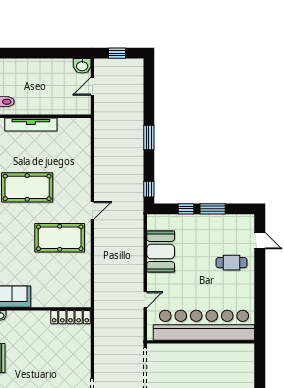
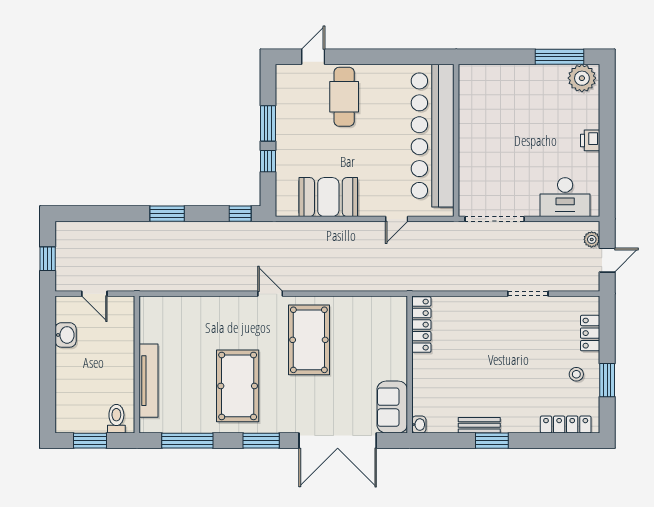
washbasin: (82, 66) -> (66, 335), moved
cafe table: (231, 263) -> (344, 97), width x1.37, depth x1.35
door: (145, 300) -> (397, 219), swing flipped

